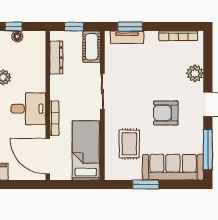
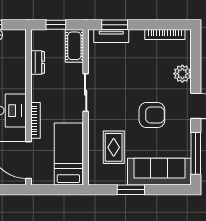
dresser: (56, 58) -> (38, 62), width x0.70
armchair: (166, 113) -> (152, 115), turned 180

